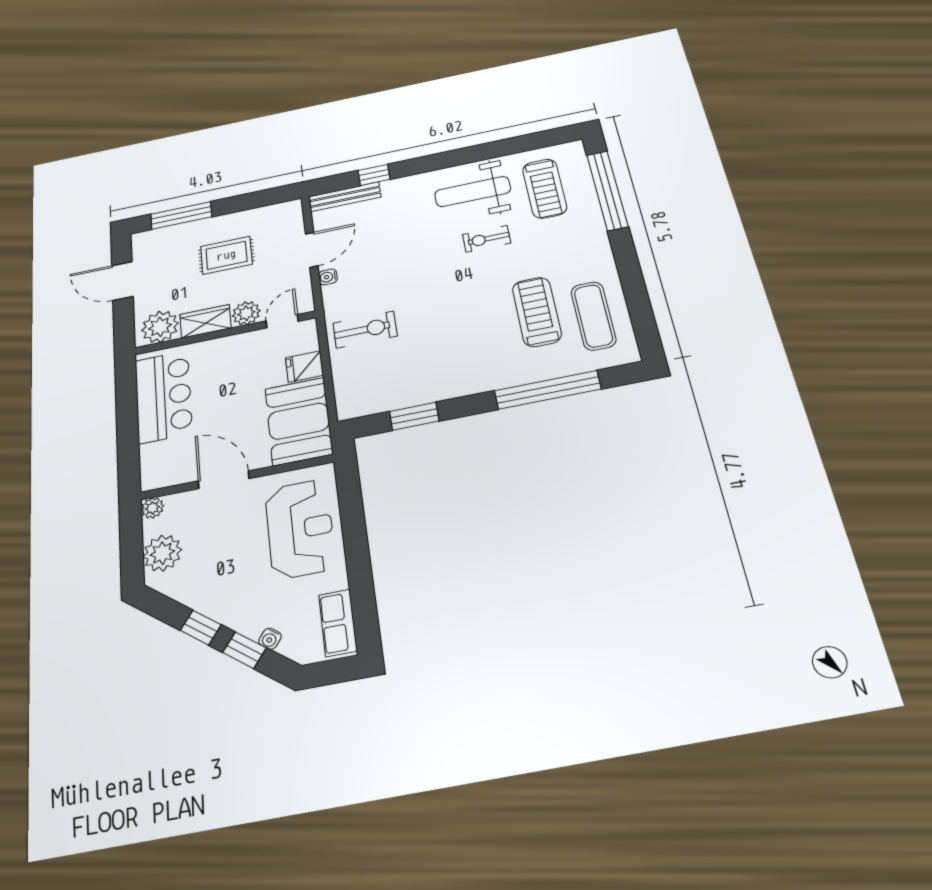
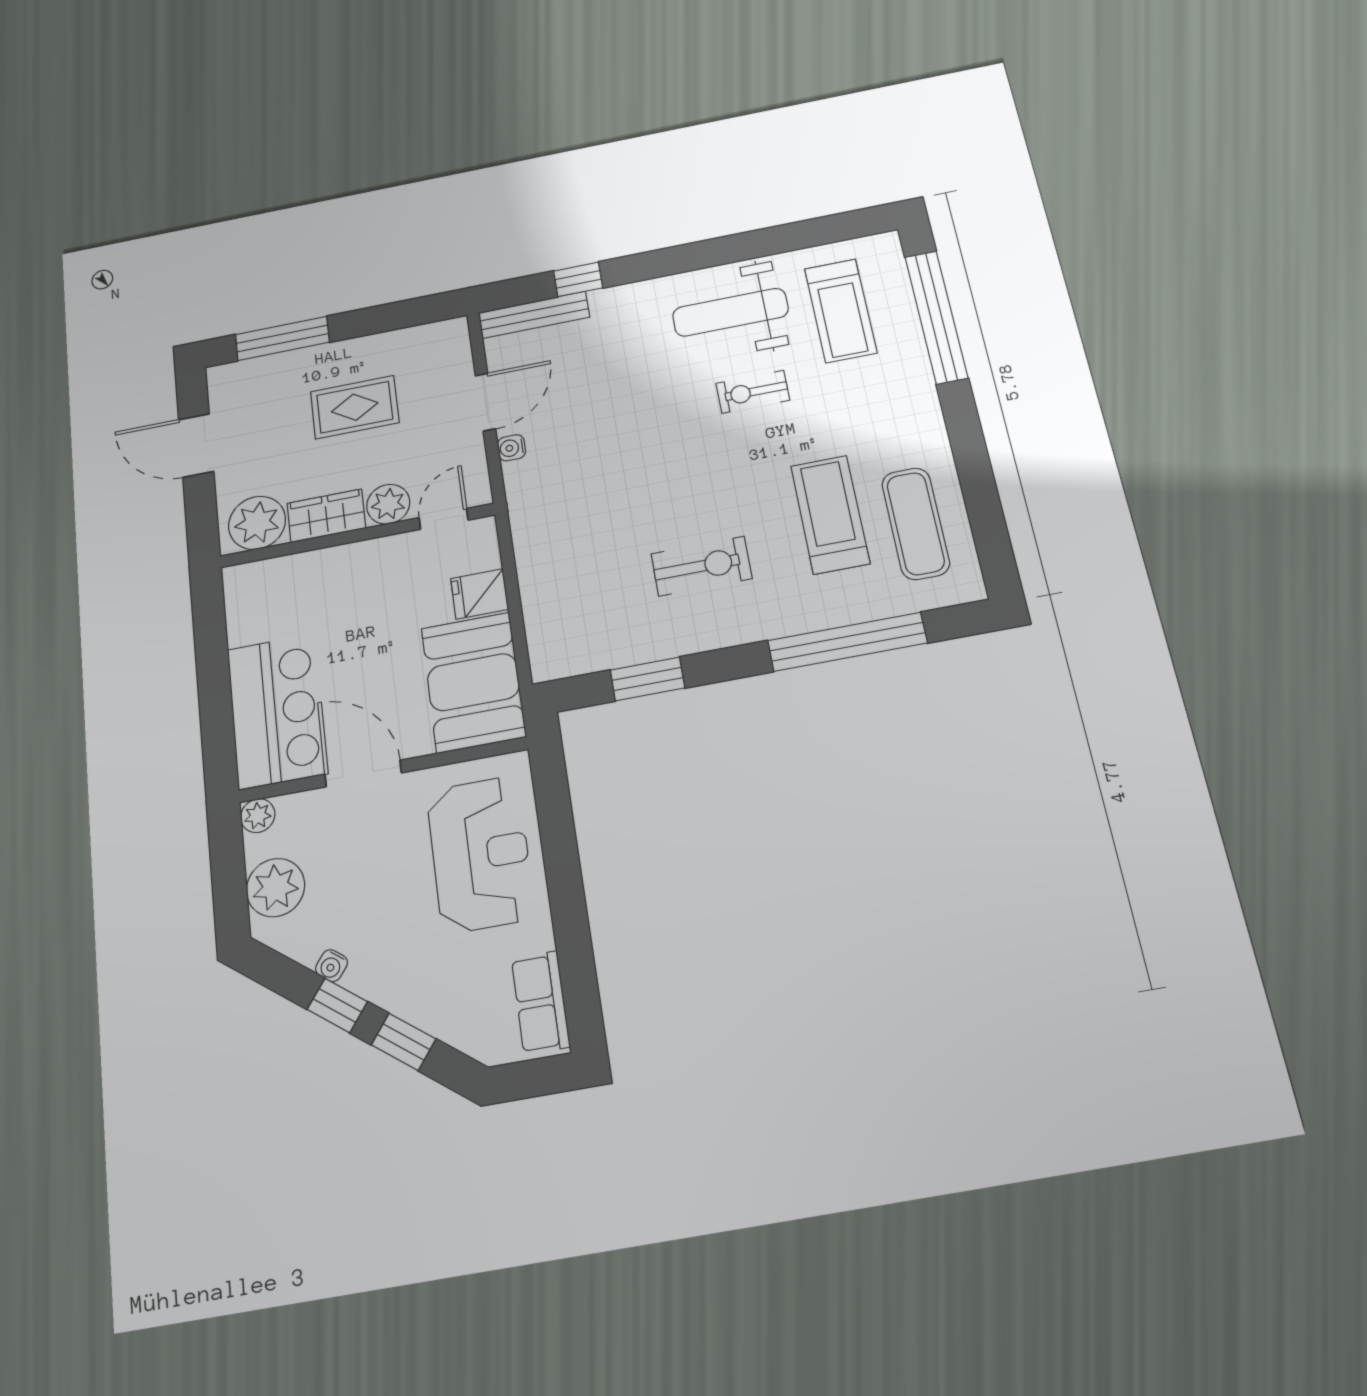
exercise bike: (365, 330) -> (701, 566), moved
bar counter: (163, 397) -> (274, 711), moved
water cooler: (270, 639) -> (332, 966), moved

